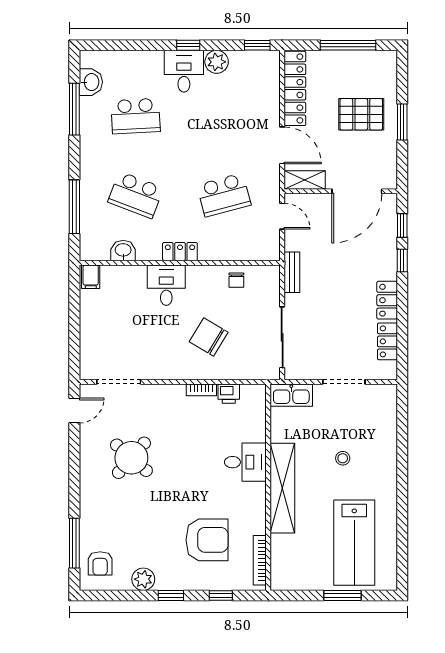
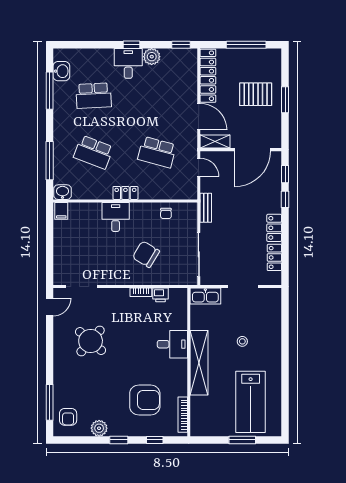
school desk: (224, 195) -> (157, 152), turned 30
washbasin: (123, 251) -> (63, 192), moved

